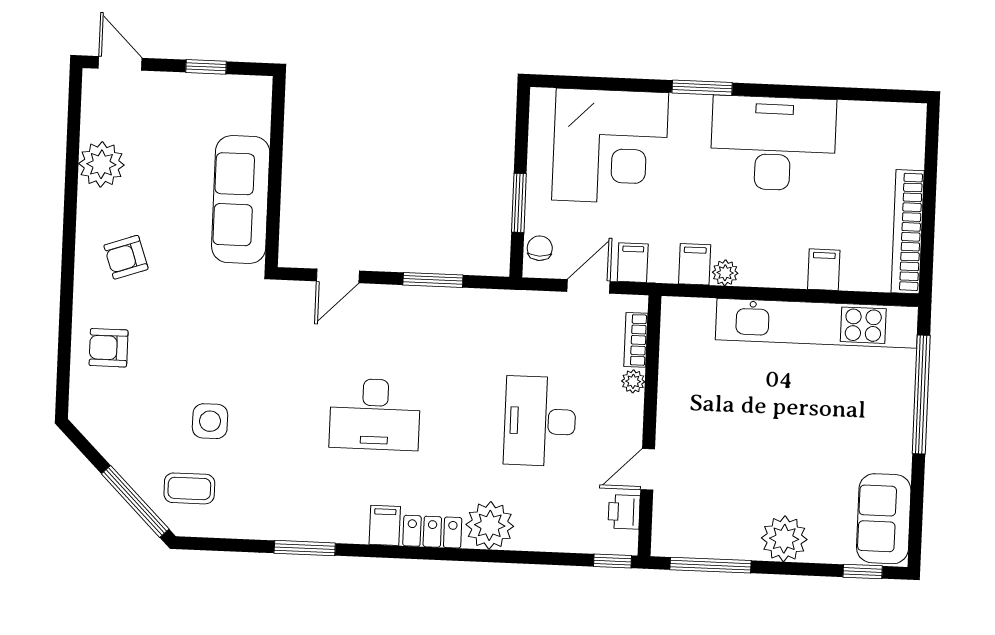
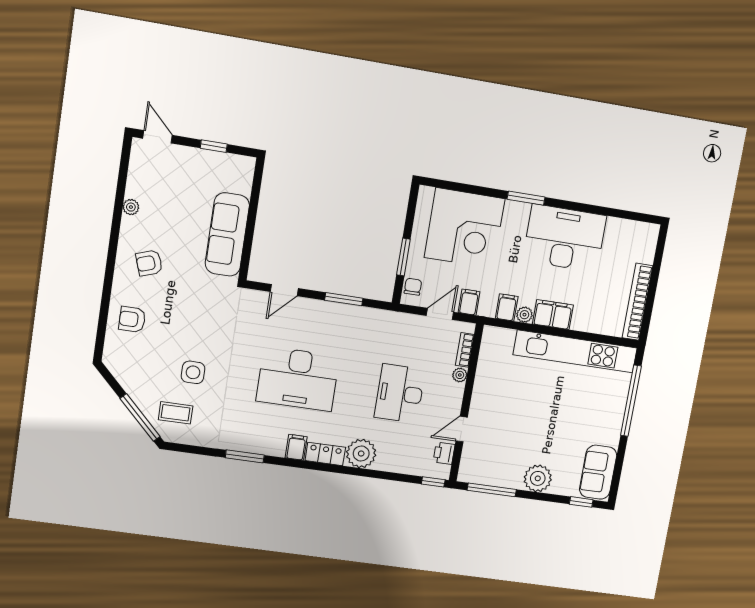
plant: (101, 164) -> (131, 207), width x0.53, depth x0.53
filing cabinet: (824, 270) -> (553, 314), moved, width x2.00
desk: (375, 414) -> (298, 379), width x1.36, depth x1.30

